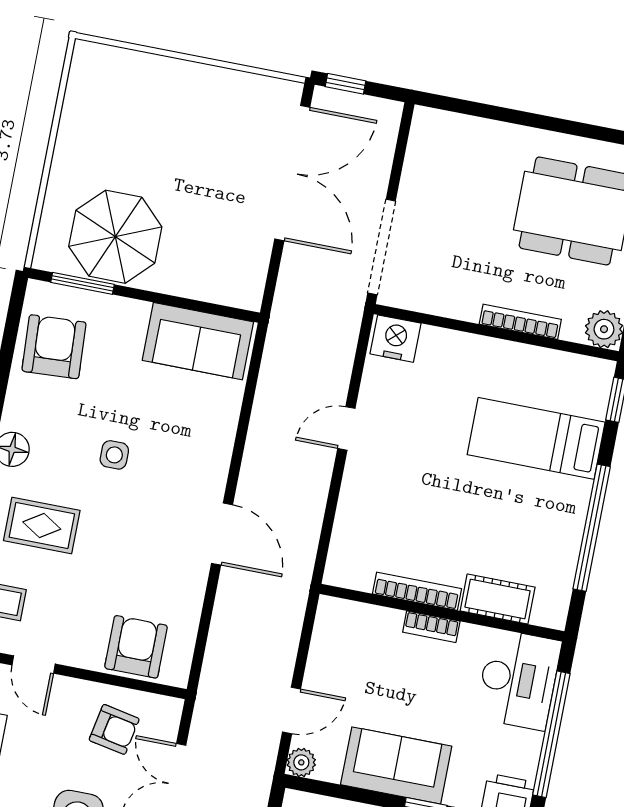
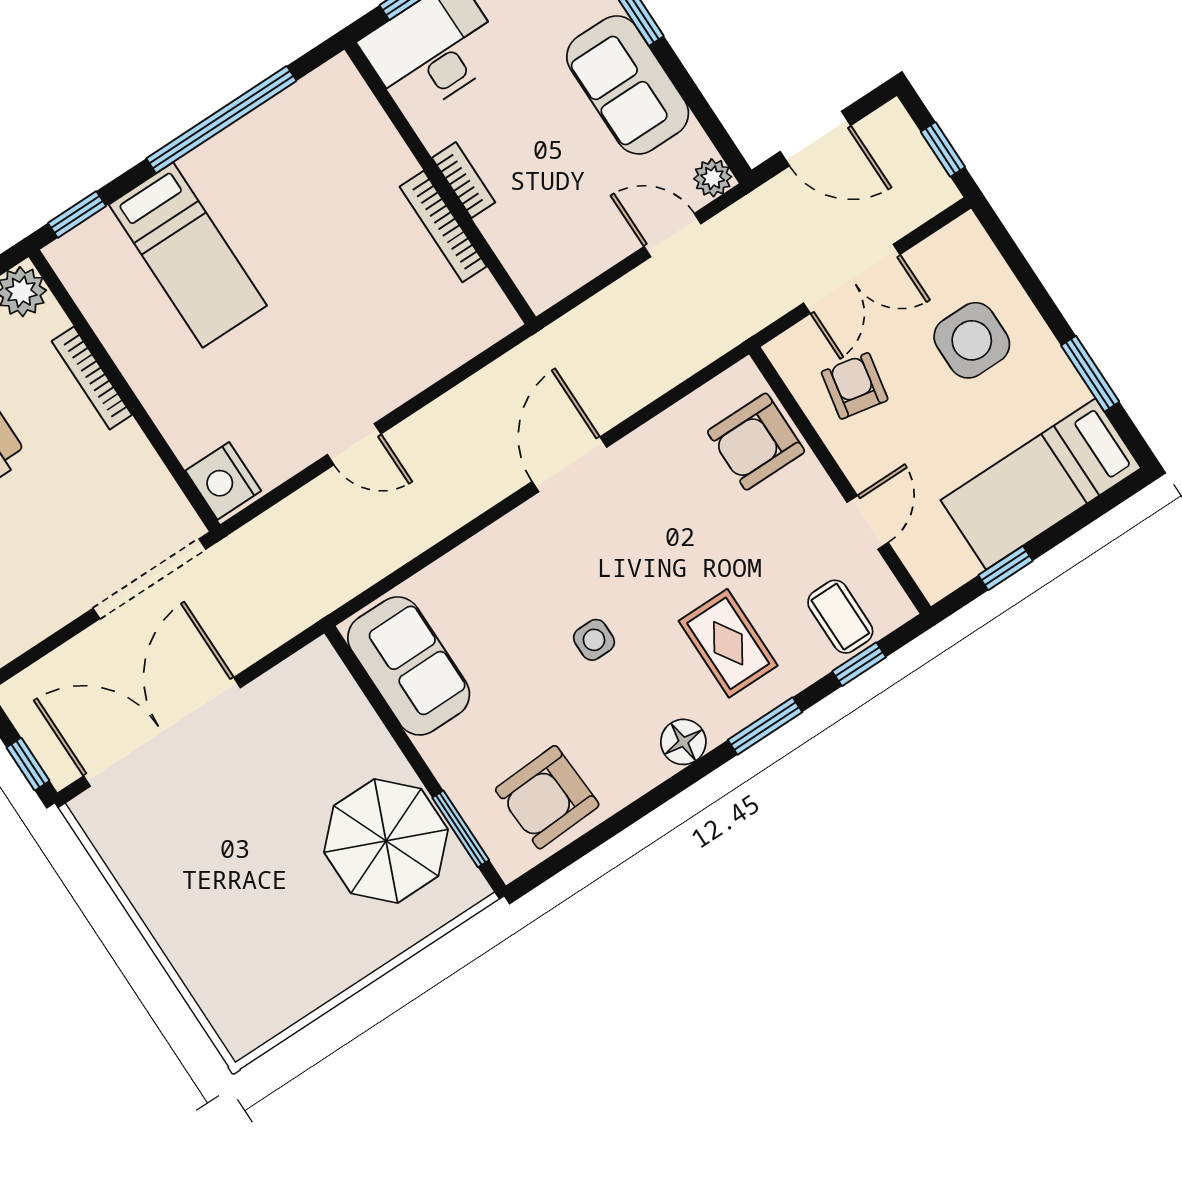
cot: (498, 599) -> (376, 143), removed

